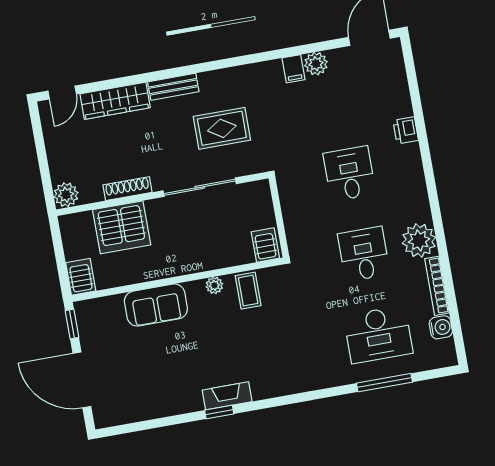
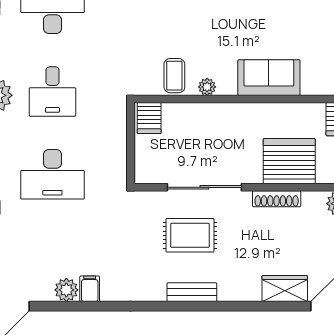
bench: (173, 87) -> (192, 292), moved
wardrobe: (115, 101) -> (285, 289), width x0.67
rug: (222, 128) -> (190, 235), moved
desk: (349, 174) -> (52, 174), width x1.37

